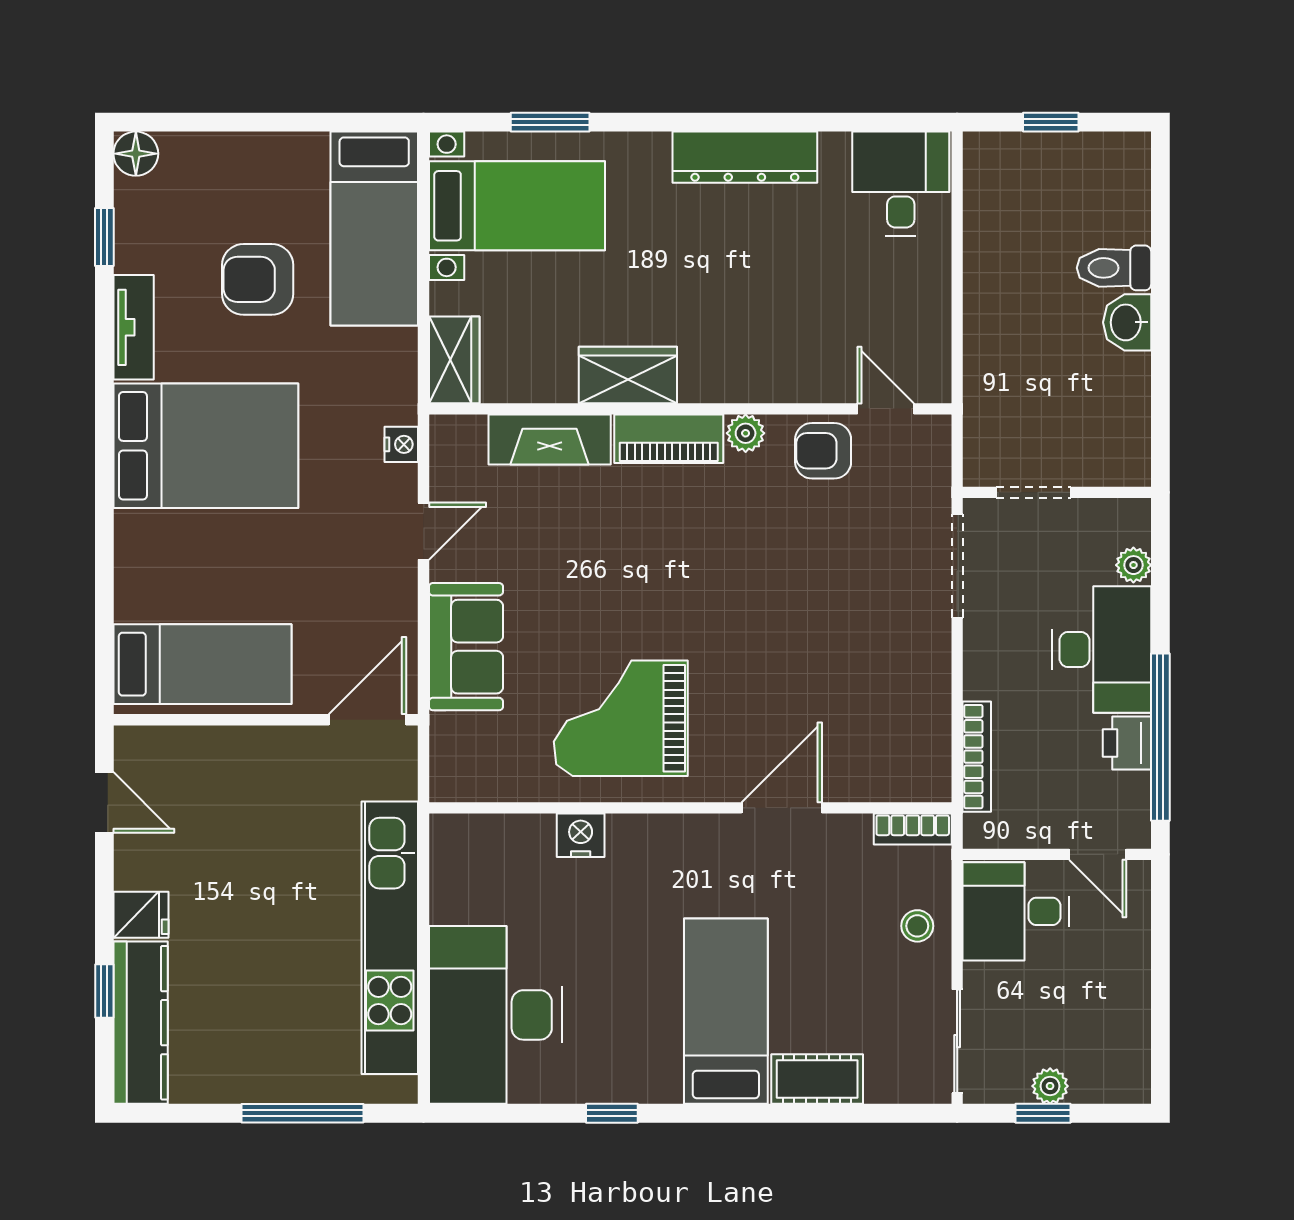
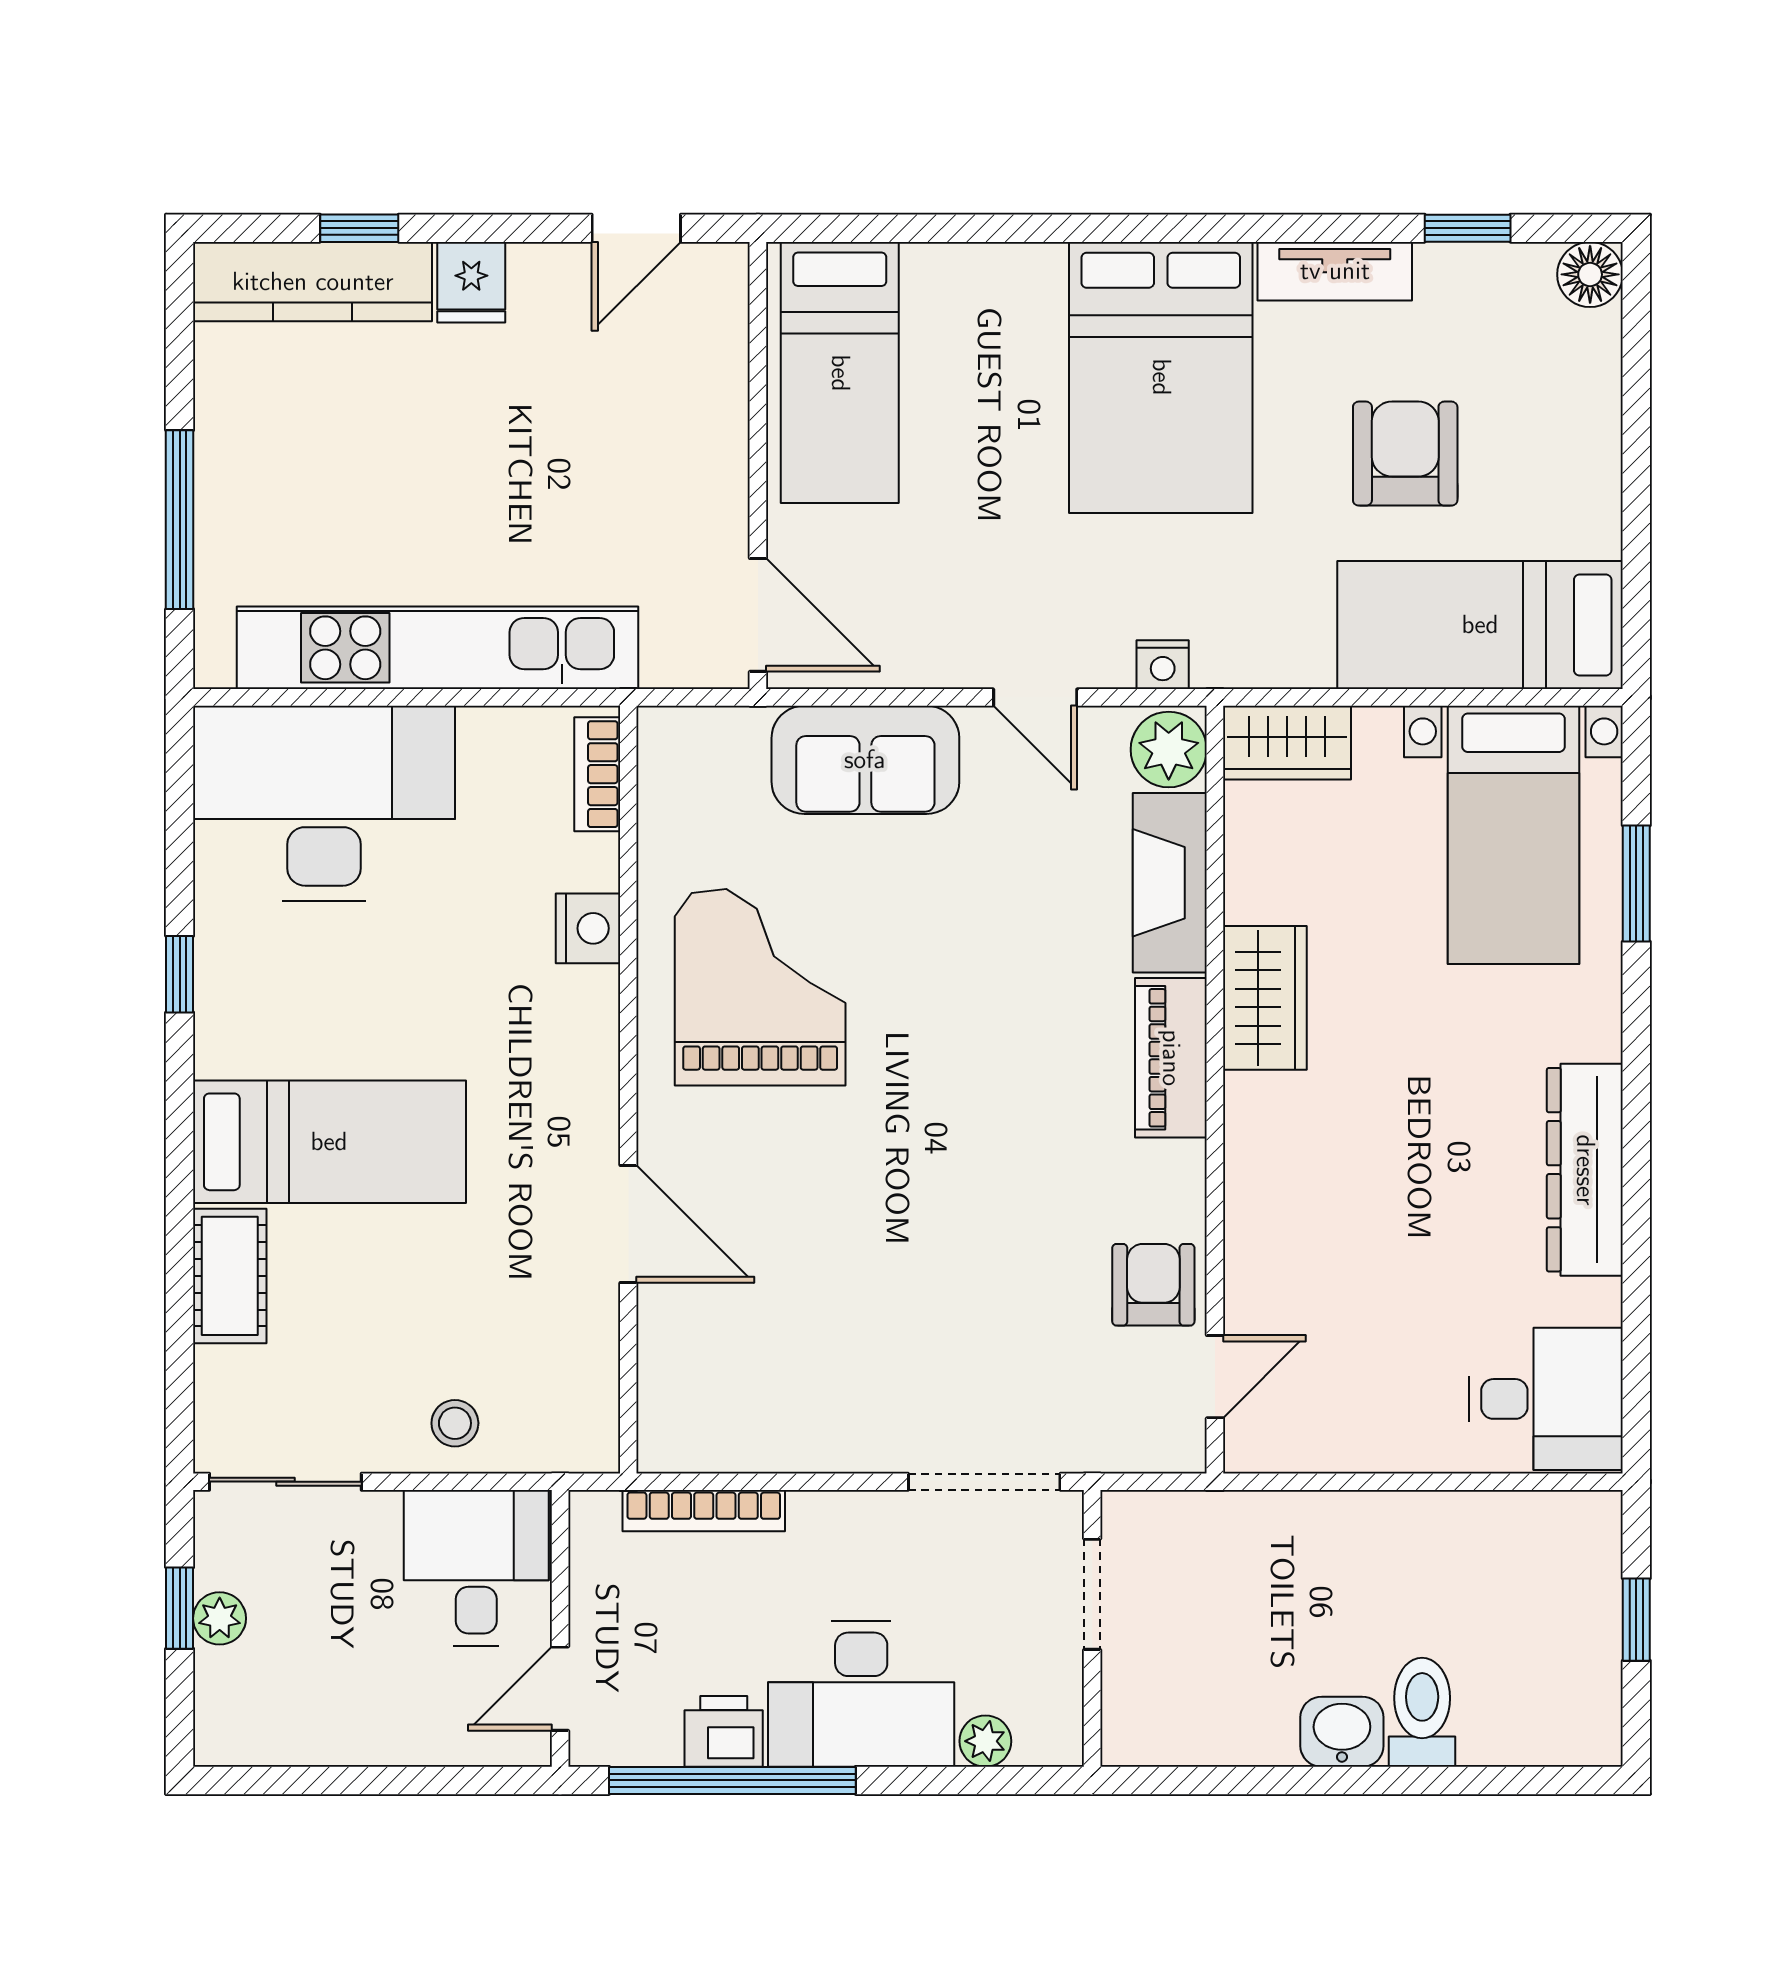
plant: (746, 433) -> (1169, 750), moved, width x1.38, depth x1.38
bookcase: (913, 829) -> (597, 774), moved

